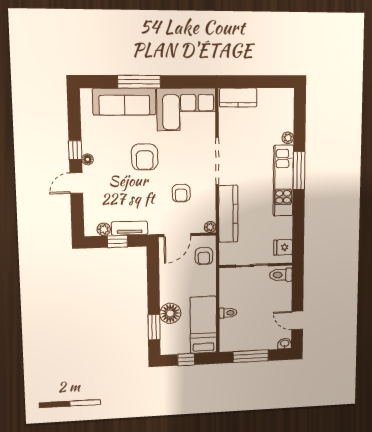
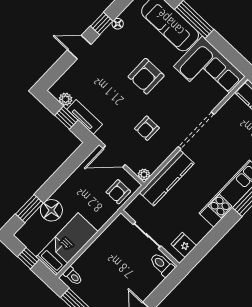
floor lamp: (88, 159) -> (118, 24), moved
toilet: (228, 313) -> (73, 276), moved

